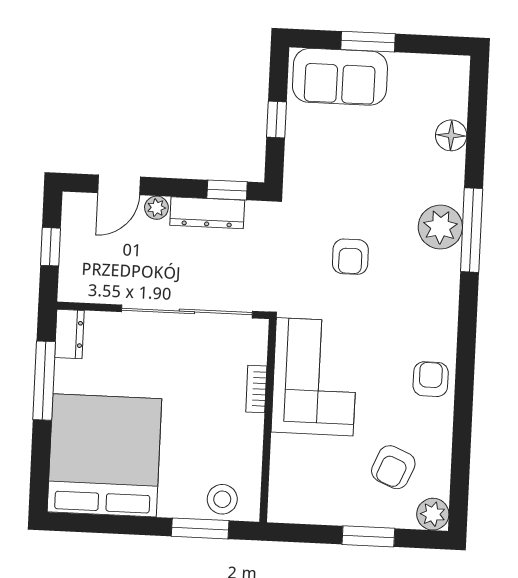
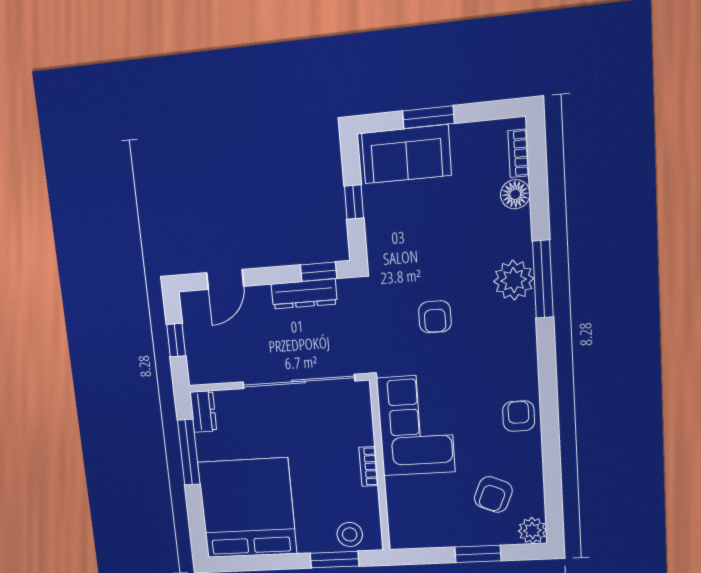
bookcase: (459, 93) -> (518, 153), added
plant: (156, 208) -> (260, 295), removed
bookcase: (256, 389) -> (369, 466), moved

